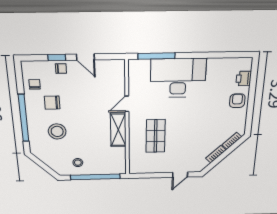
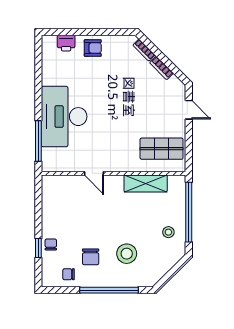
door: (85, 57) -> (38, 217), removed
armchair: (237, 101) -> (93, 48), turned 180
shelving: (118, 130) -> (146, 184), moved
shop shelf: (156, 136) -> (162, 149), moved

